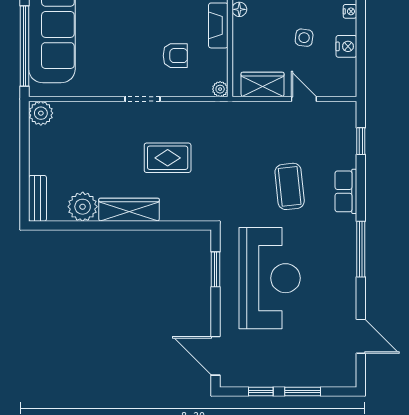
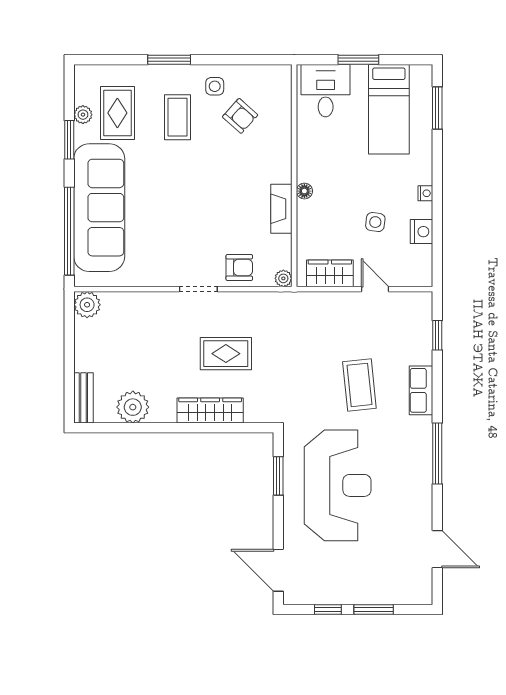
armchair: (175, 56) -> (239, 268), moved
wardrobe: (129, 210) -> (210, 410), moved

